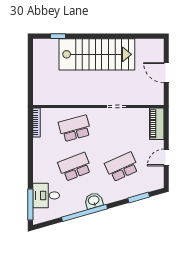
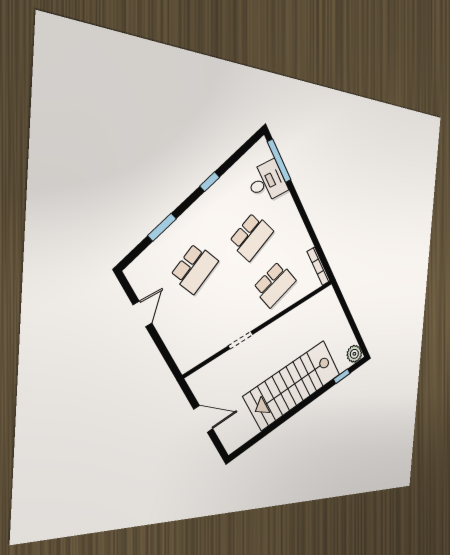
plant: (40, 46) -> (354, 354), added
piano: (157, 124) -> (180, 350), removed
window: (139, 198) -> (162, 227), moved
washbasin: (94, 201) -> (207, 204), removed
window: (85, 213) -> (210, 182), width x0.32

